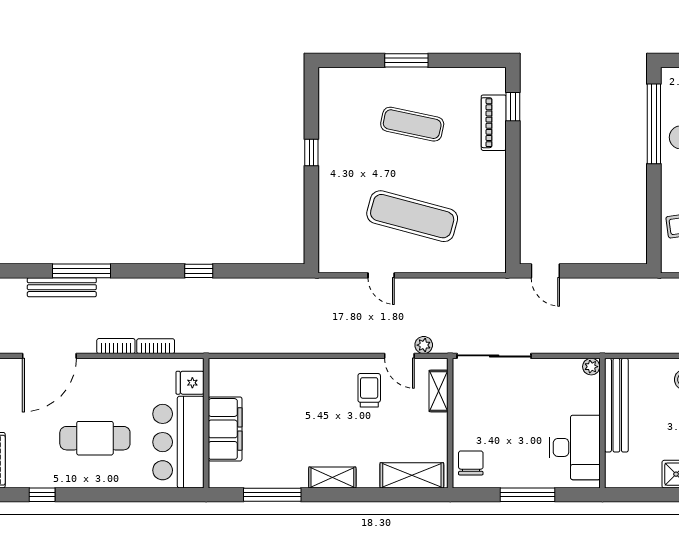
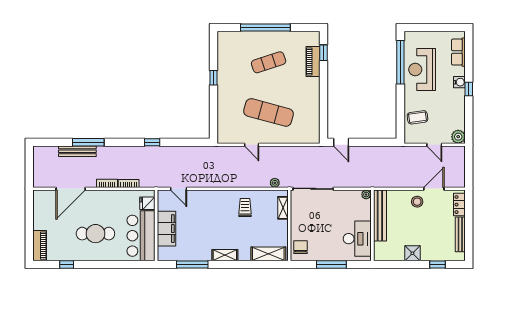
window: (406, 60) -> (265, 28), width x2.11
exercise mat: (412, 124) -> (269, 62), turned -30
door: (399, 356) -> (179, 189), moved

